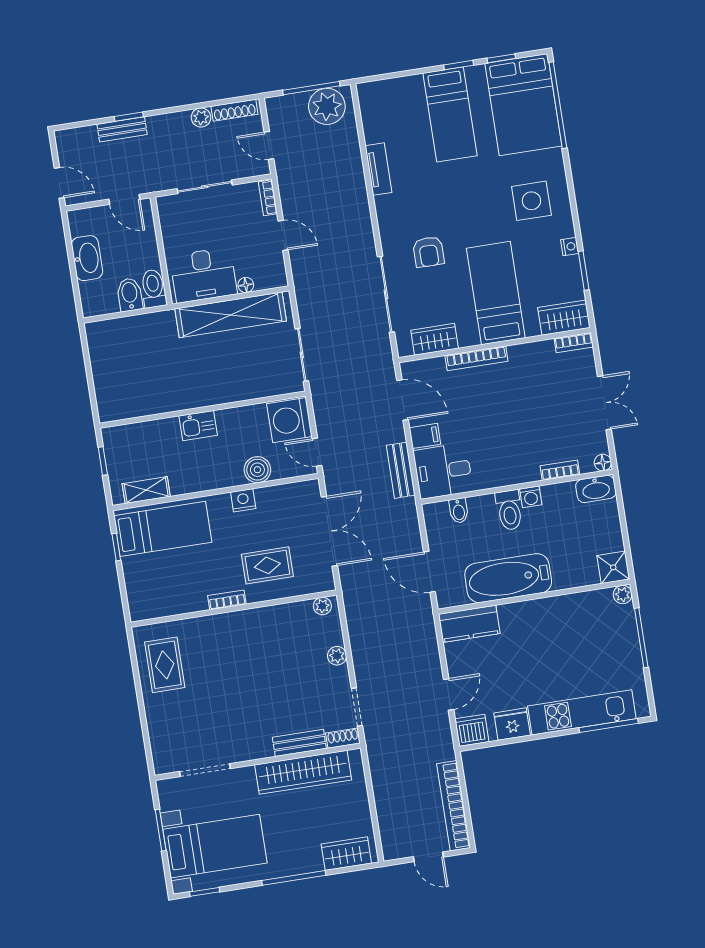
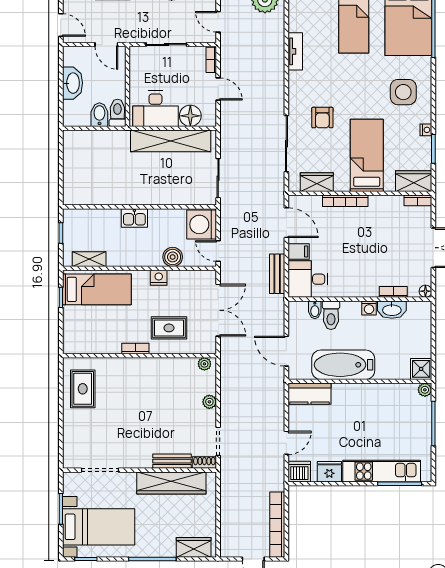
floor lamp: (246, 285) -> (190, 116), width x1.89, depth x1.89
washbasin: (596, 489) -> (392, 310), moved
toilet: (509, 510) -> (331, 315), moved

